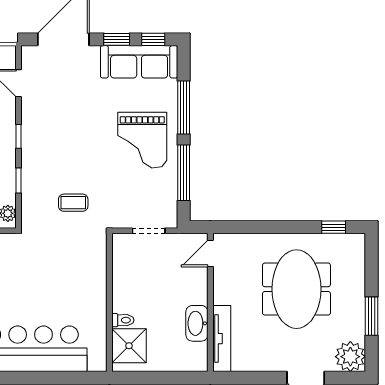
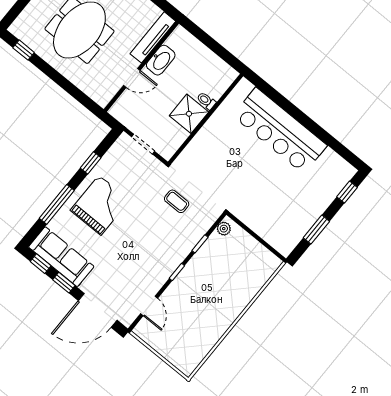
window: (184, 173) -> (91, 163), width x0.46
door: (210, 253) -> (132, 78), moved
shower: (129, 346) -> (189, 114), moved

